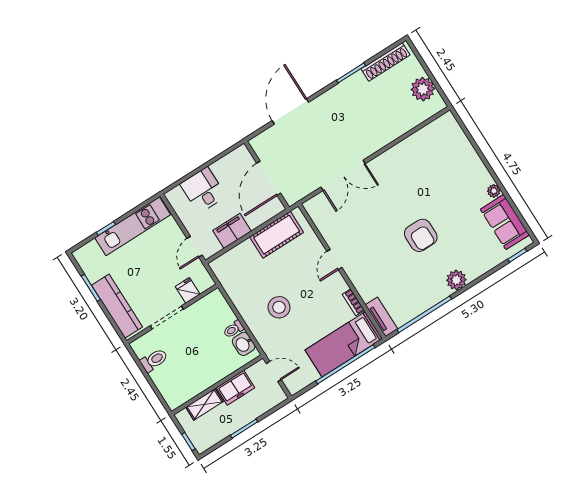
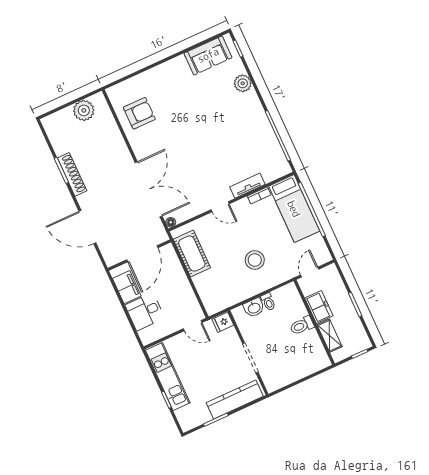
shoe rack: (386, 62) -> (72, 174), moved
double door: (343, 175) -> (149, 189), width x1.36
door: (269, 178) -> (142, 254), hinge flipped
plant: (494, 191) -> (180, 61), removed
floor lamp: (309, 206) -> (171, 222), added
filing cabinet: (232, 231) -> (127, 287), moved, turned 180
armchair: (421, 235) -> (139, 113), moved
plant: (456, 280) -> (243, 83), moved
fridge: (188, 290) -> (223, 322), moved
tv unit: (381, 317) -> (247, 186), moved
washbasin: (244, 344) -> (254, 308), moved
toilet: (154, 360) -> (302, 326), moved, turned -90

